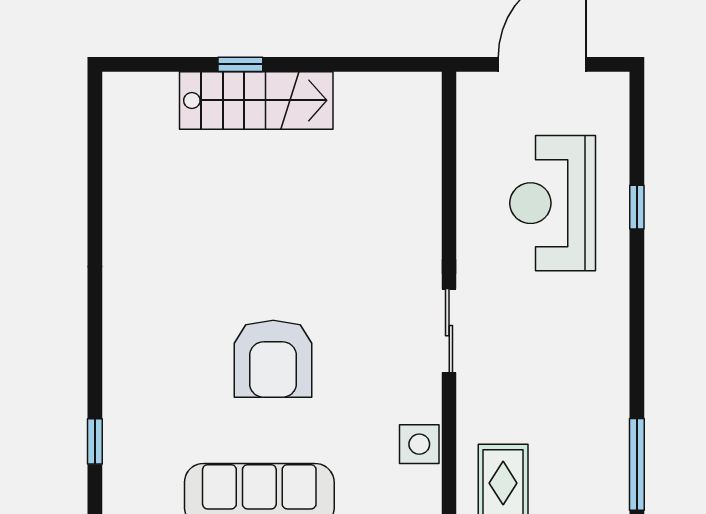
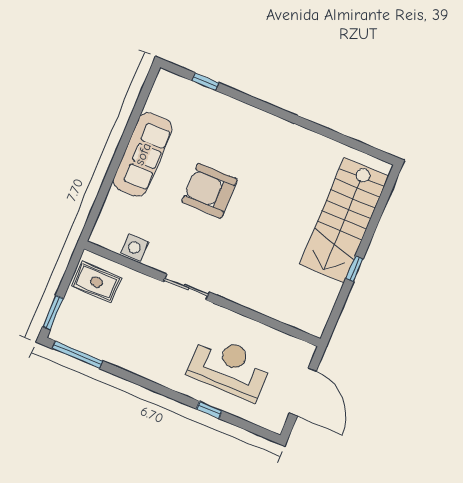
window: (240, 64) -> (354, 269), moved
stairs: (256, 100) -> (344, 220), width x1.36, depth x1.51

